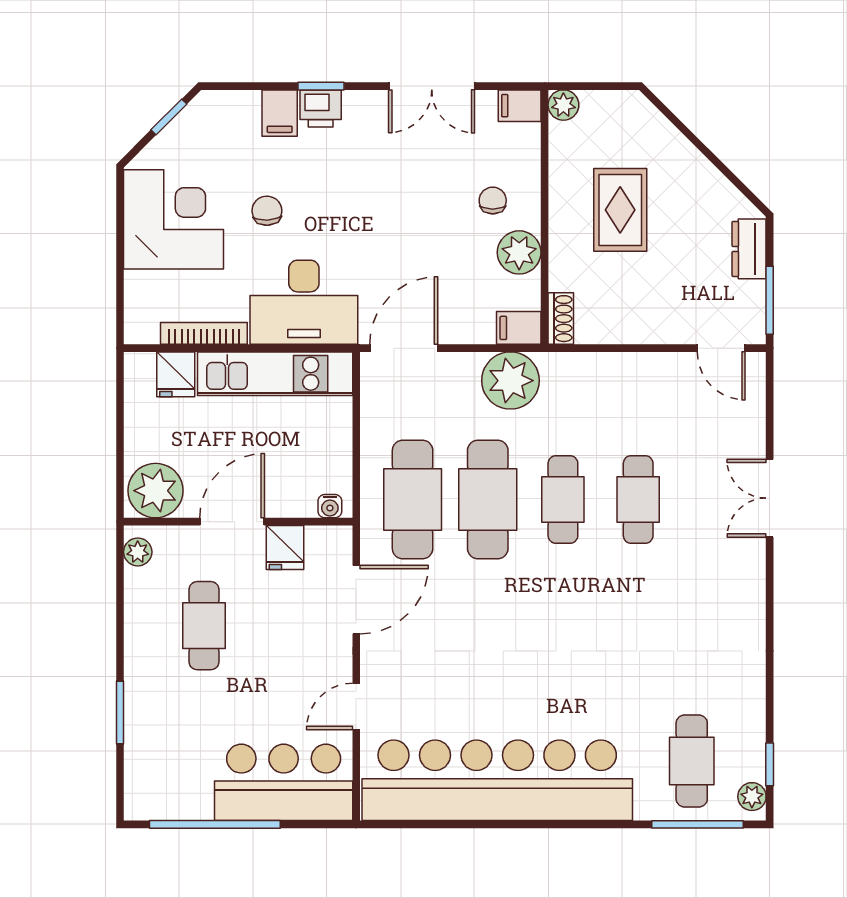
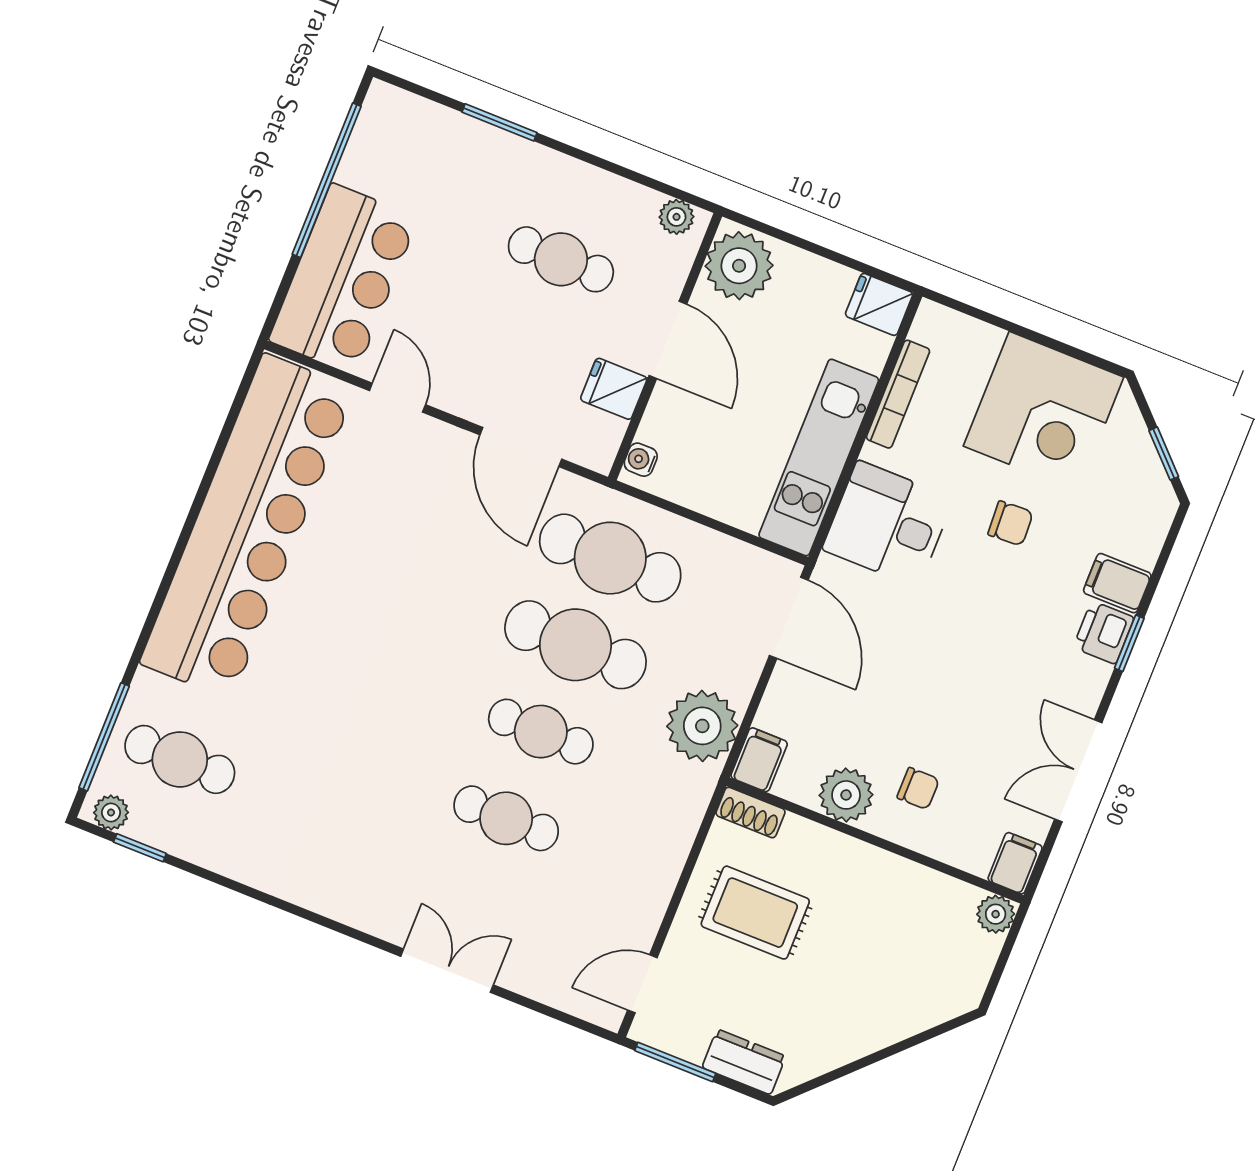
rug: (620, 210) -> (755, 913), moved
desk: (304, 302) -> (888, 524), width x0.73
fridge: (176, 374) -> (879, 304), moved

